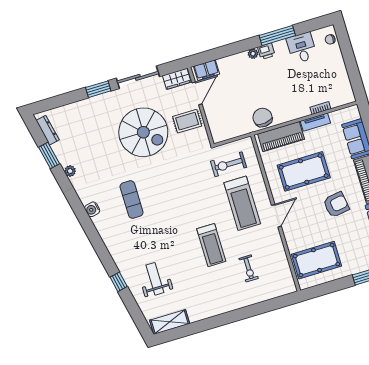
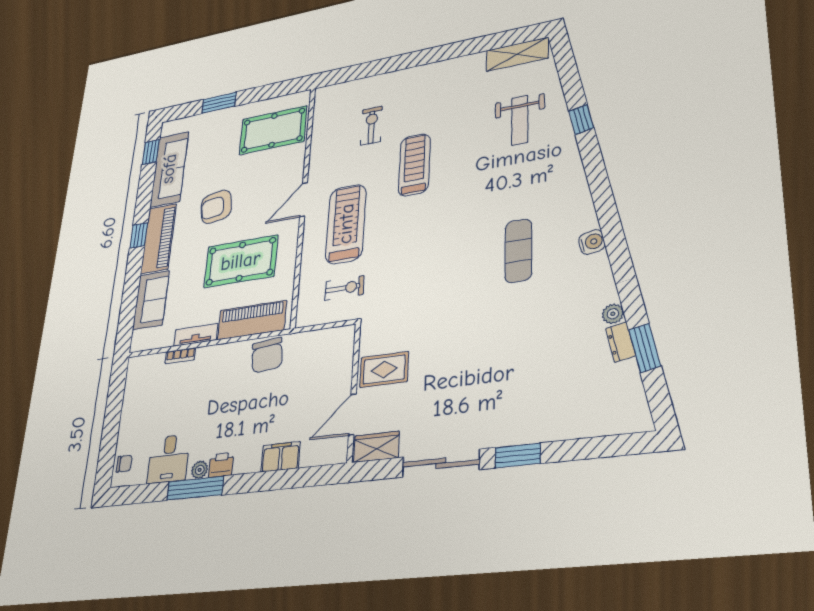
plant: (253, 54) -> (200, 470), moved
filing cabinet: (206, 70) -> (281, 457), moved
dresser: (48, 130) -> (621, 342), moved, width x0.70
spiral stairs: (143, 132) -> (463, 363), removed
exercise bike: (229, 164) -> (344, 288), width x0.73, depth x0.72

